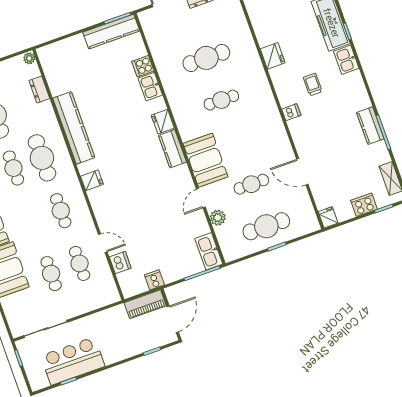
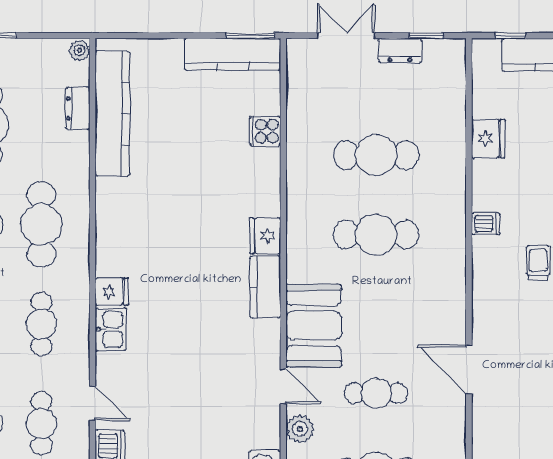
fridge: (273, 56) -> (488, 139), moved
kitchen sink: (150, 87) -> (111, 329), moved, turned 180
cafe table: (221, 100) -> (376, 234), width x1.37, depth x1.35
dishwasher: (291, 112) -> (486, 224), moved
kitchen counter: (74, 128) -> (113, 114), moved
door: (302, 172) -> (469, 369), moved
door: (201, 198) -> (283, 386), swing flipped

